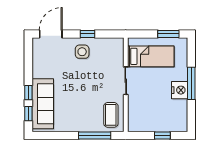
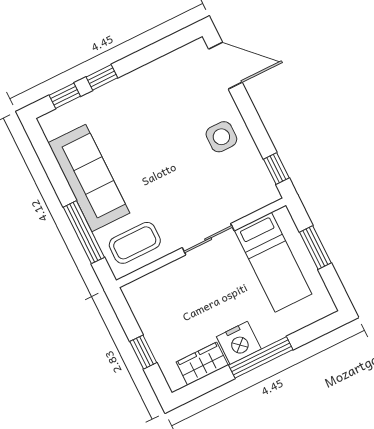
window: (87, 34) -> (276, 169), moved
window: (168, 34) -> (315, 248), moved
sofa: (43, 104) -> (89, 178), moved, turned -90
wardrobe: (181, 111) -> (202, 364), added

